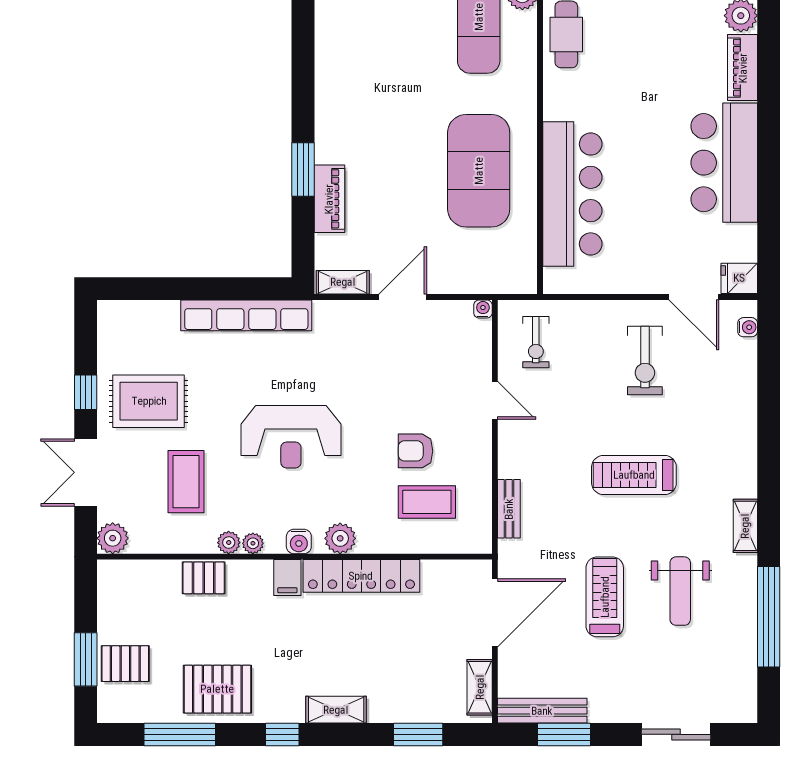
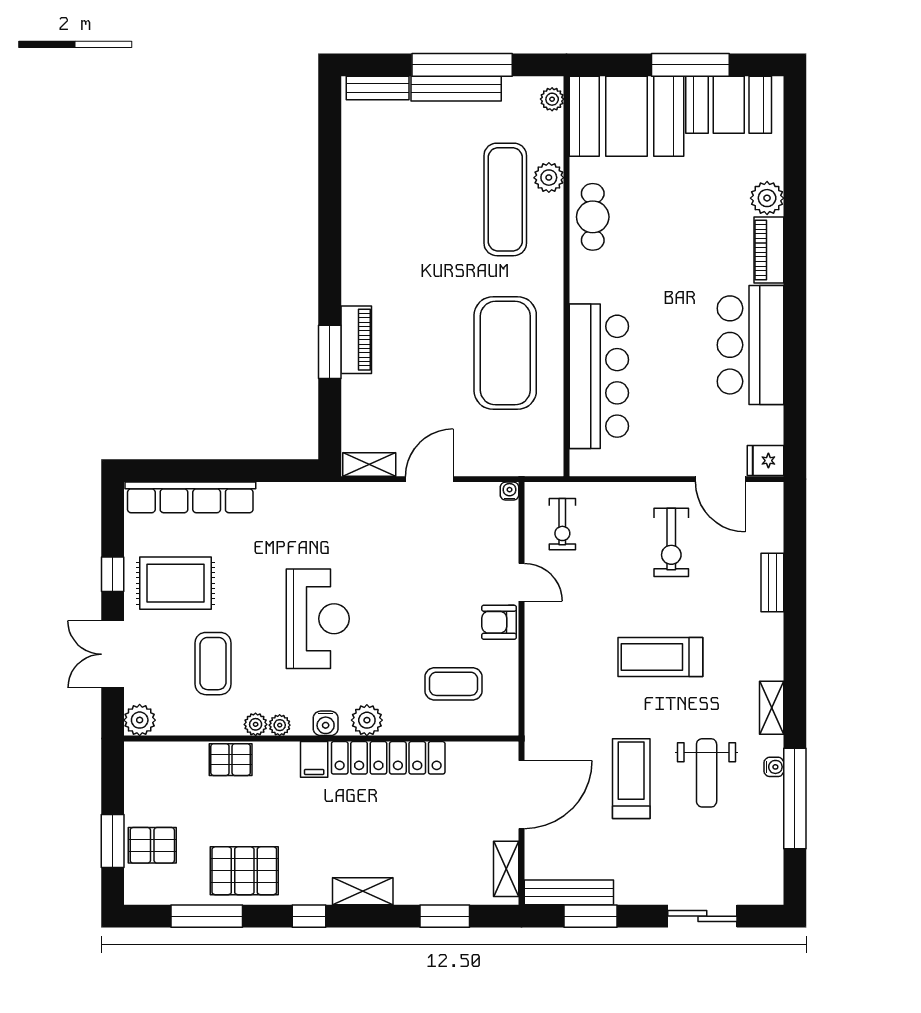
piano: (329, 199) -> (356, 340), moved
row of seats: (246, 315) -> (190, 497), moved
water cooler: (748, 327) -> (774, 767), moved
reception desk: (291, 437) -> (318, 619), turned -90
armchair: (416, 451) -> (499, 622), moved
bench: (509, 509) -> (772, 582), moved

